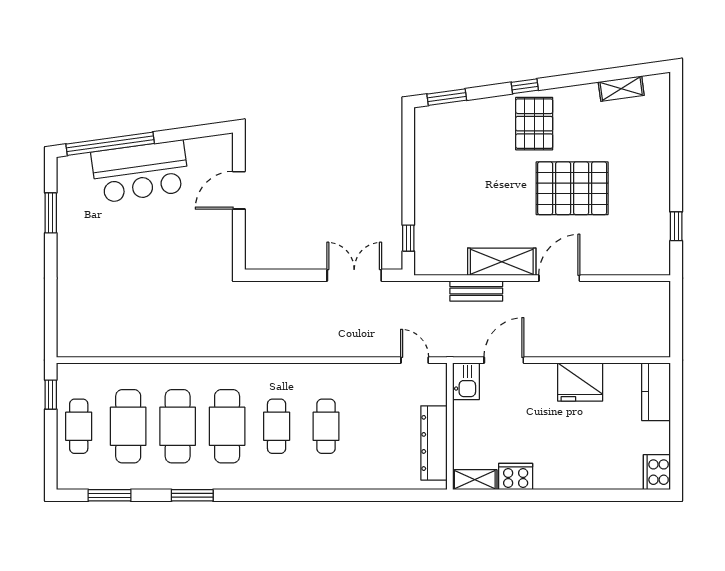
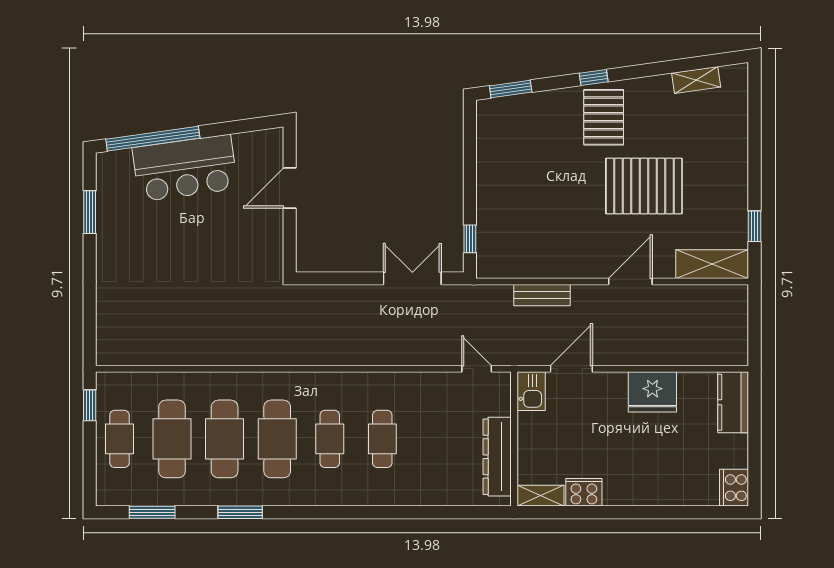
shelving: (502, 262) -> (712, 264), moved

